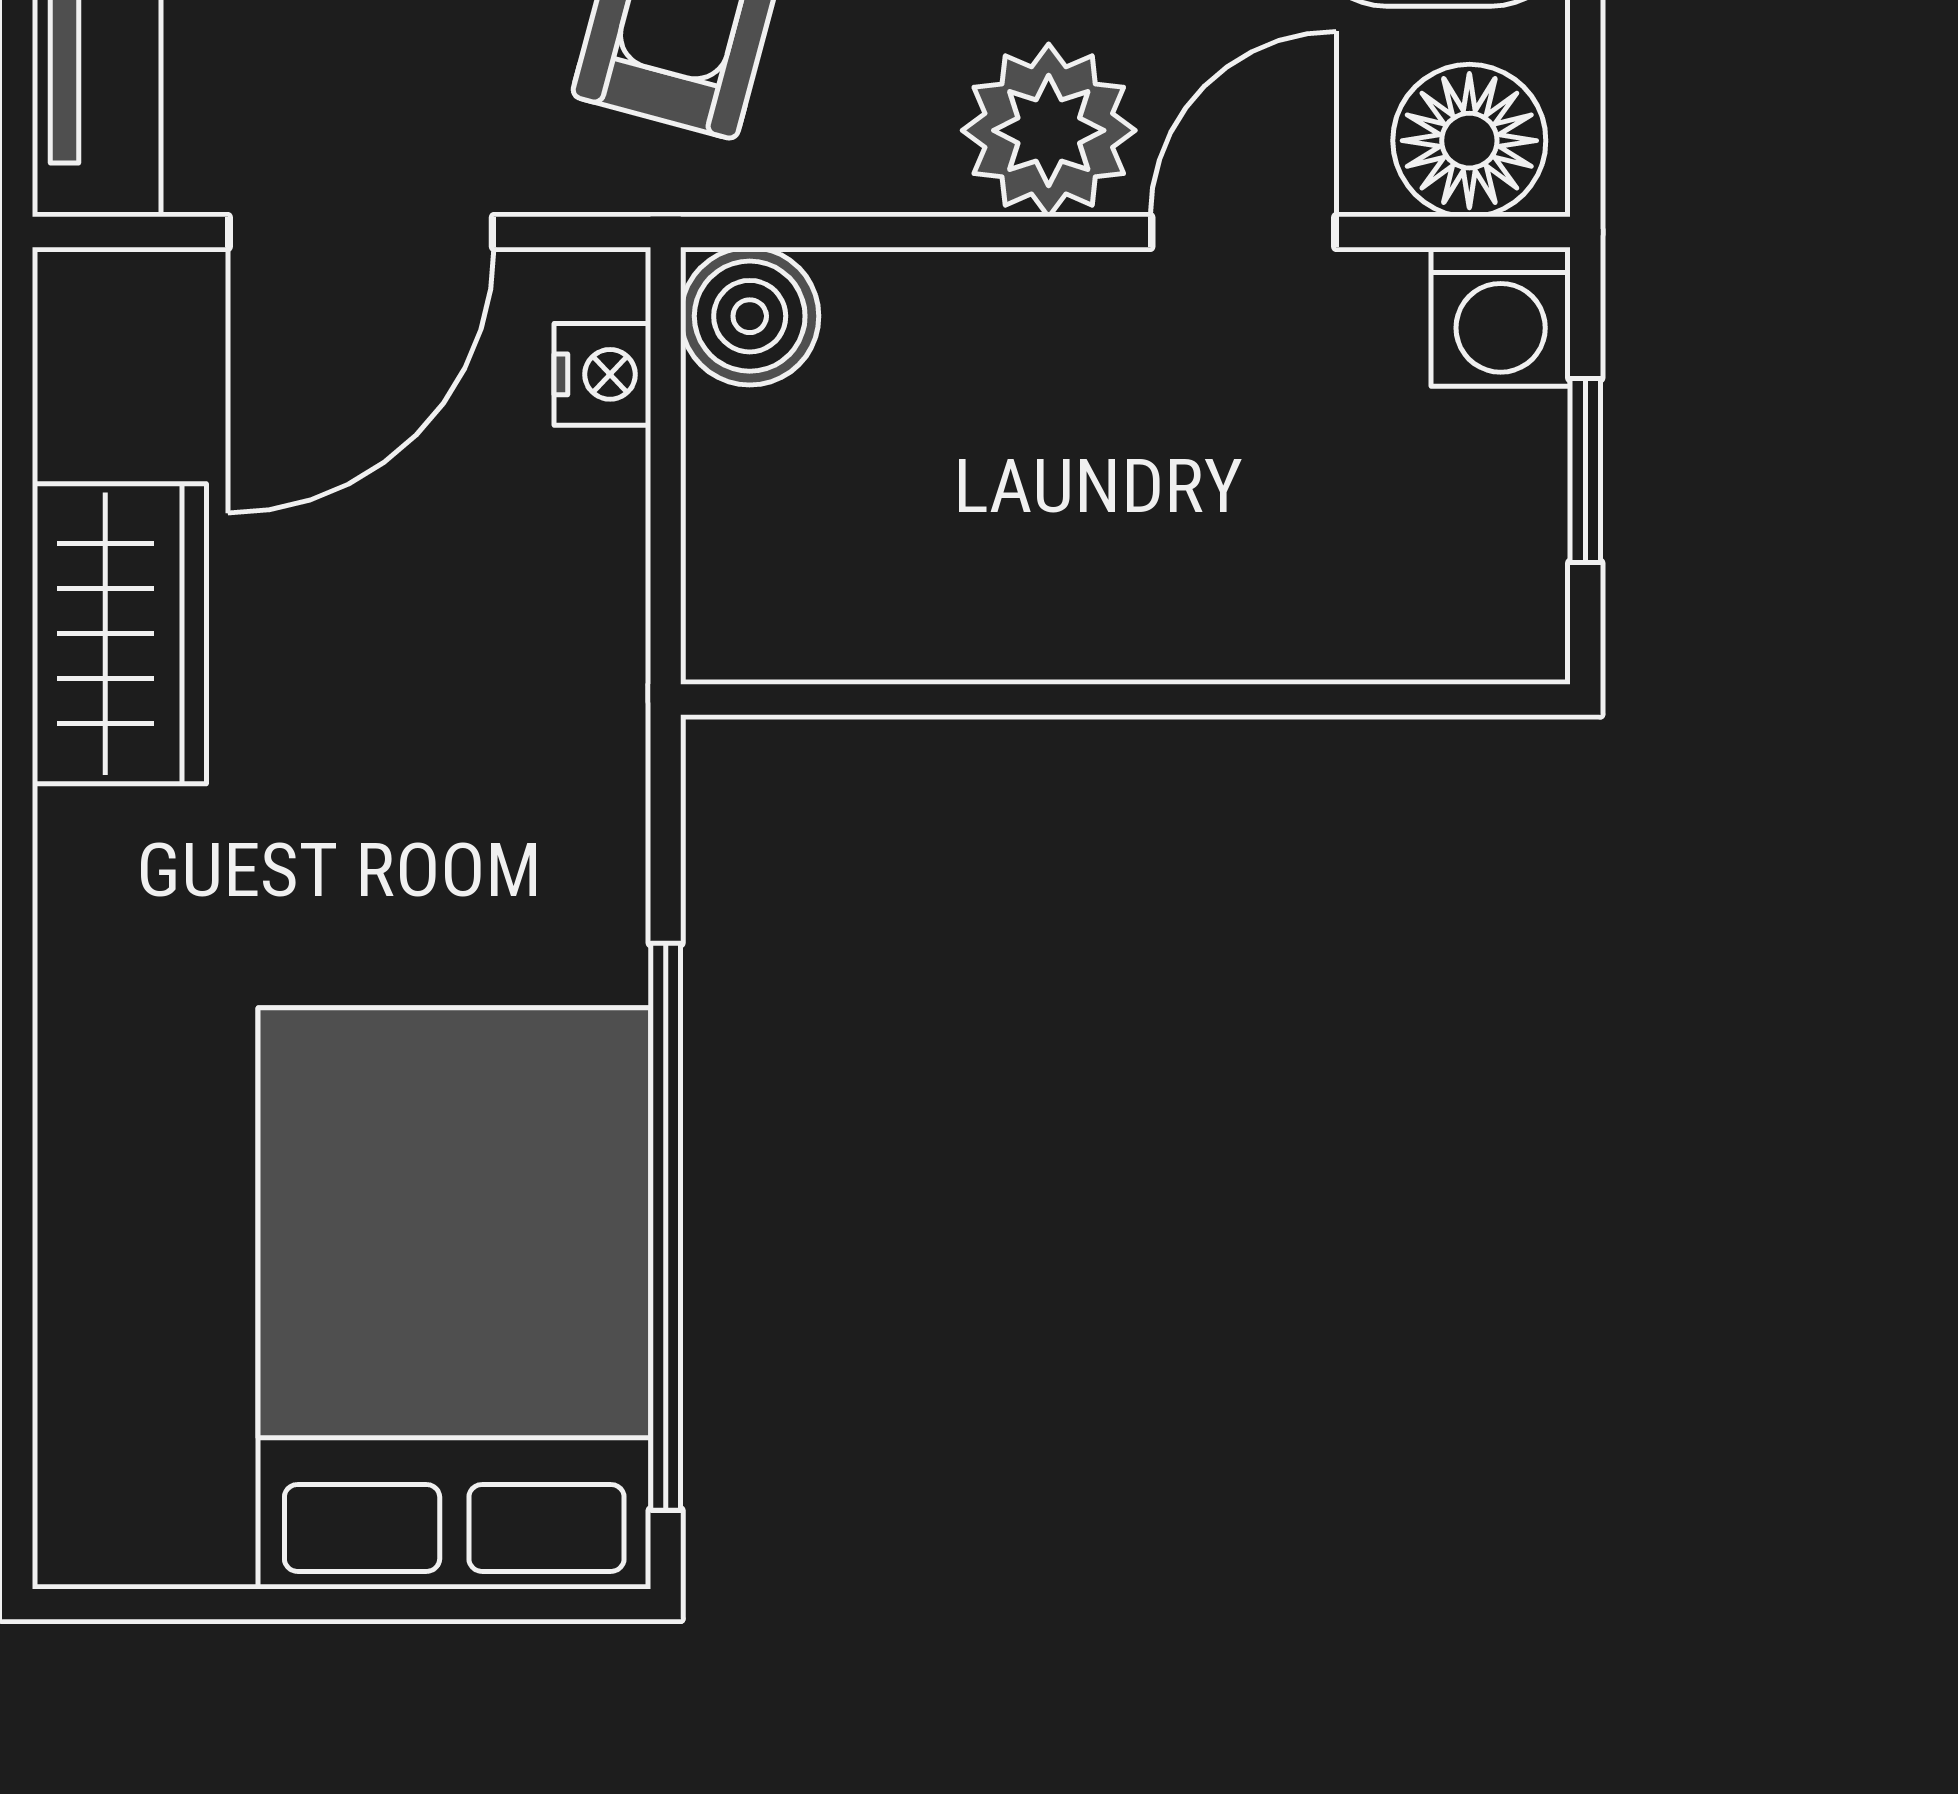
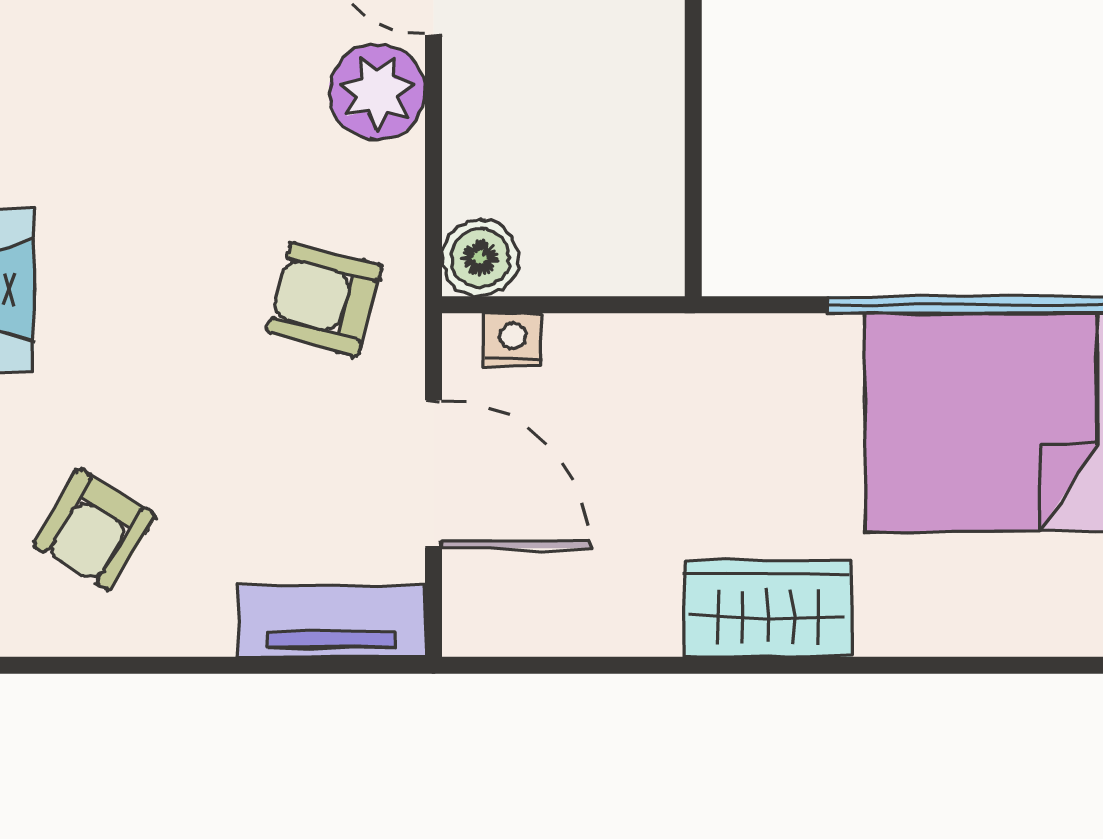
wardrobe: (119, 634) -> (768, 608), moved

